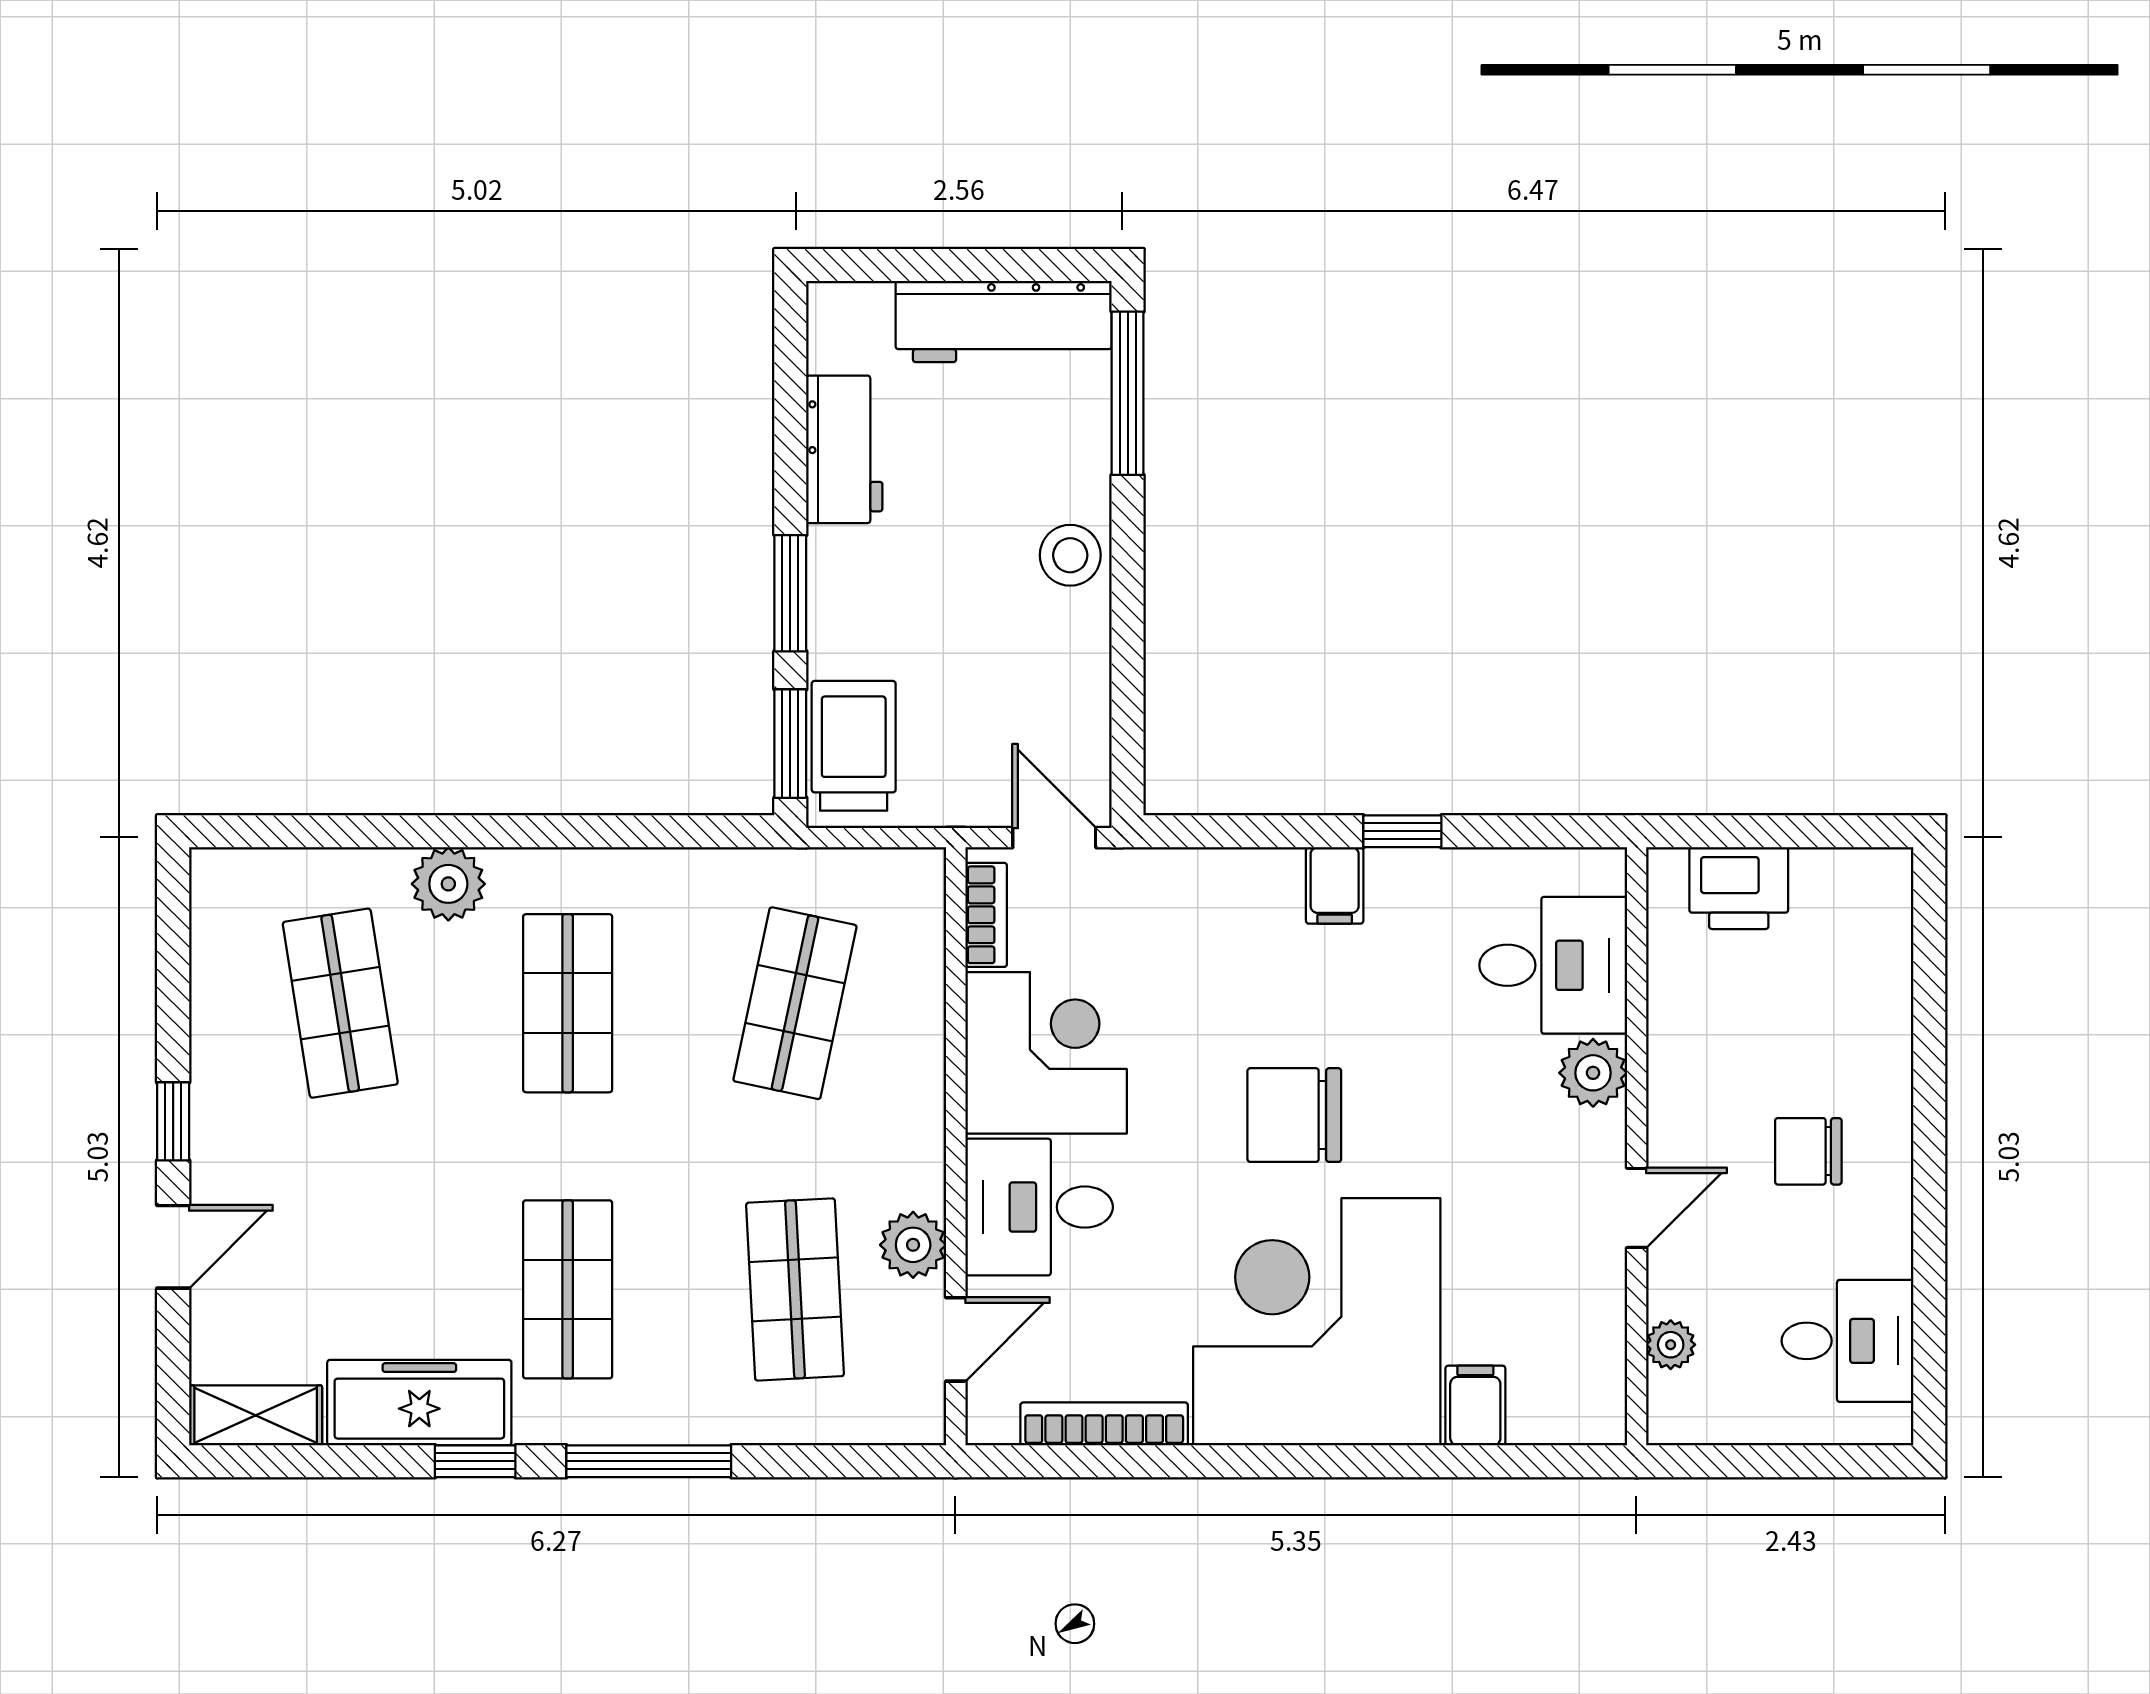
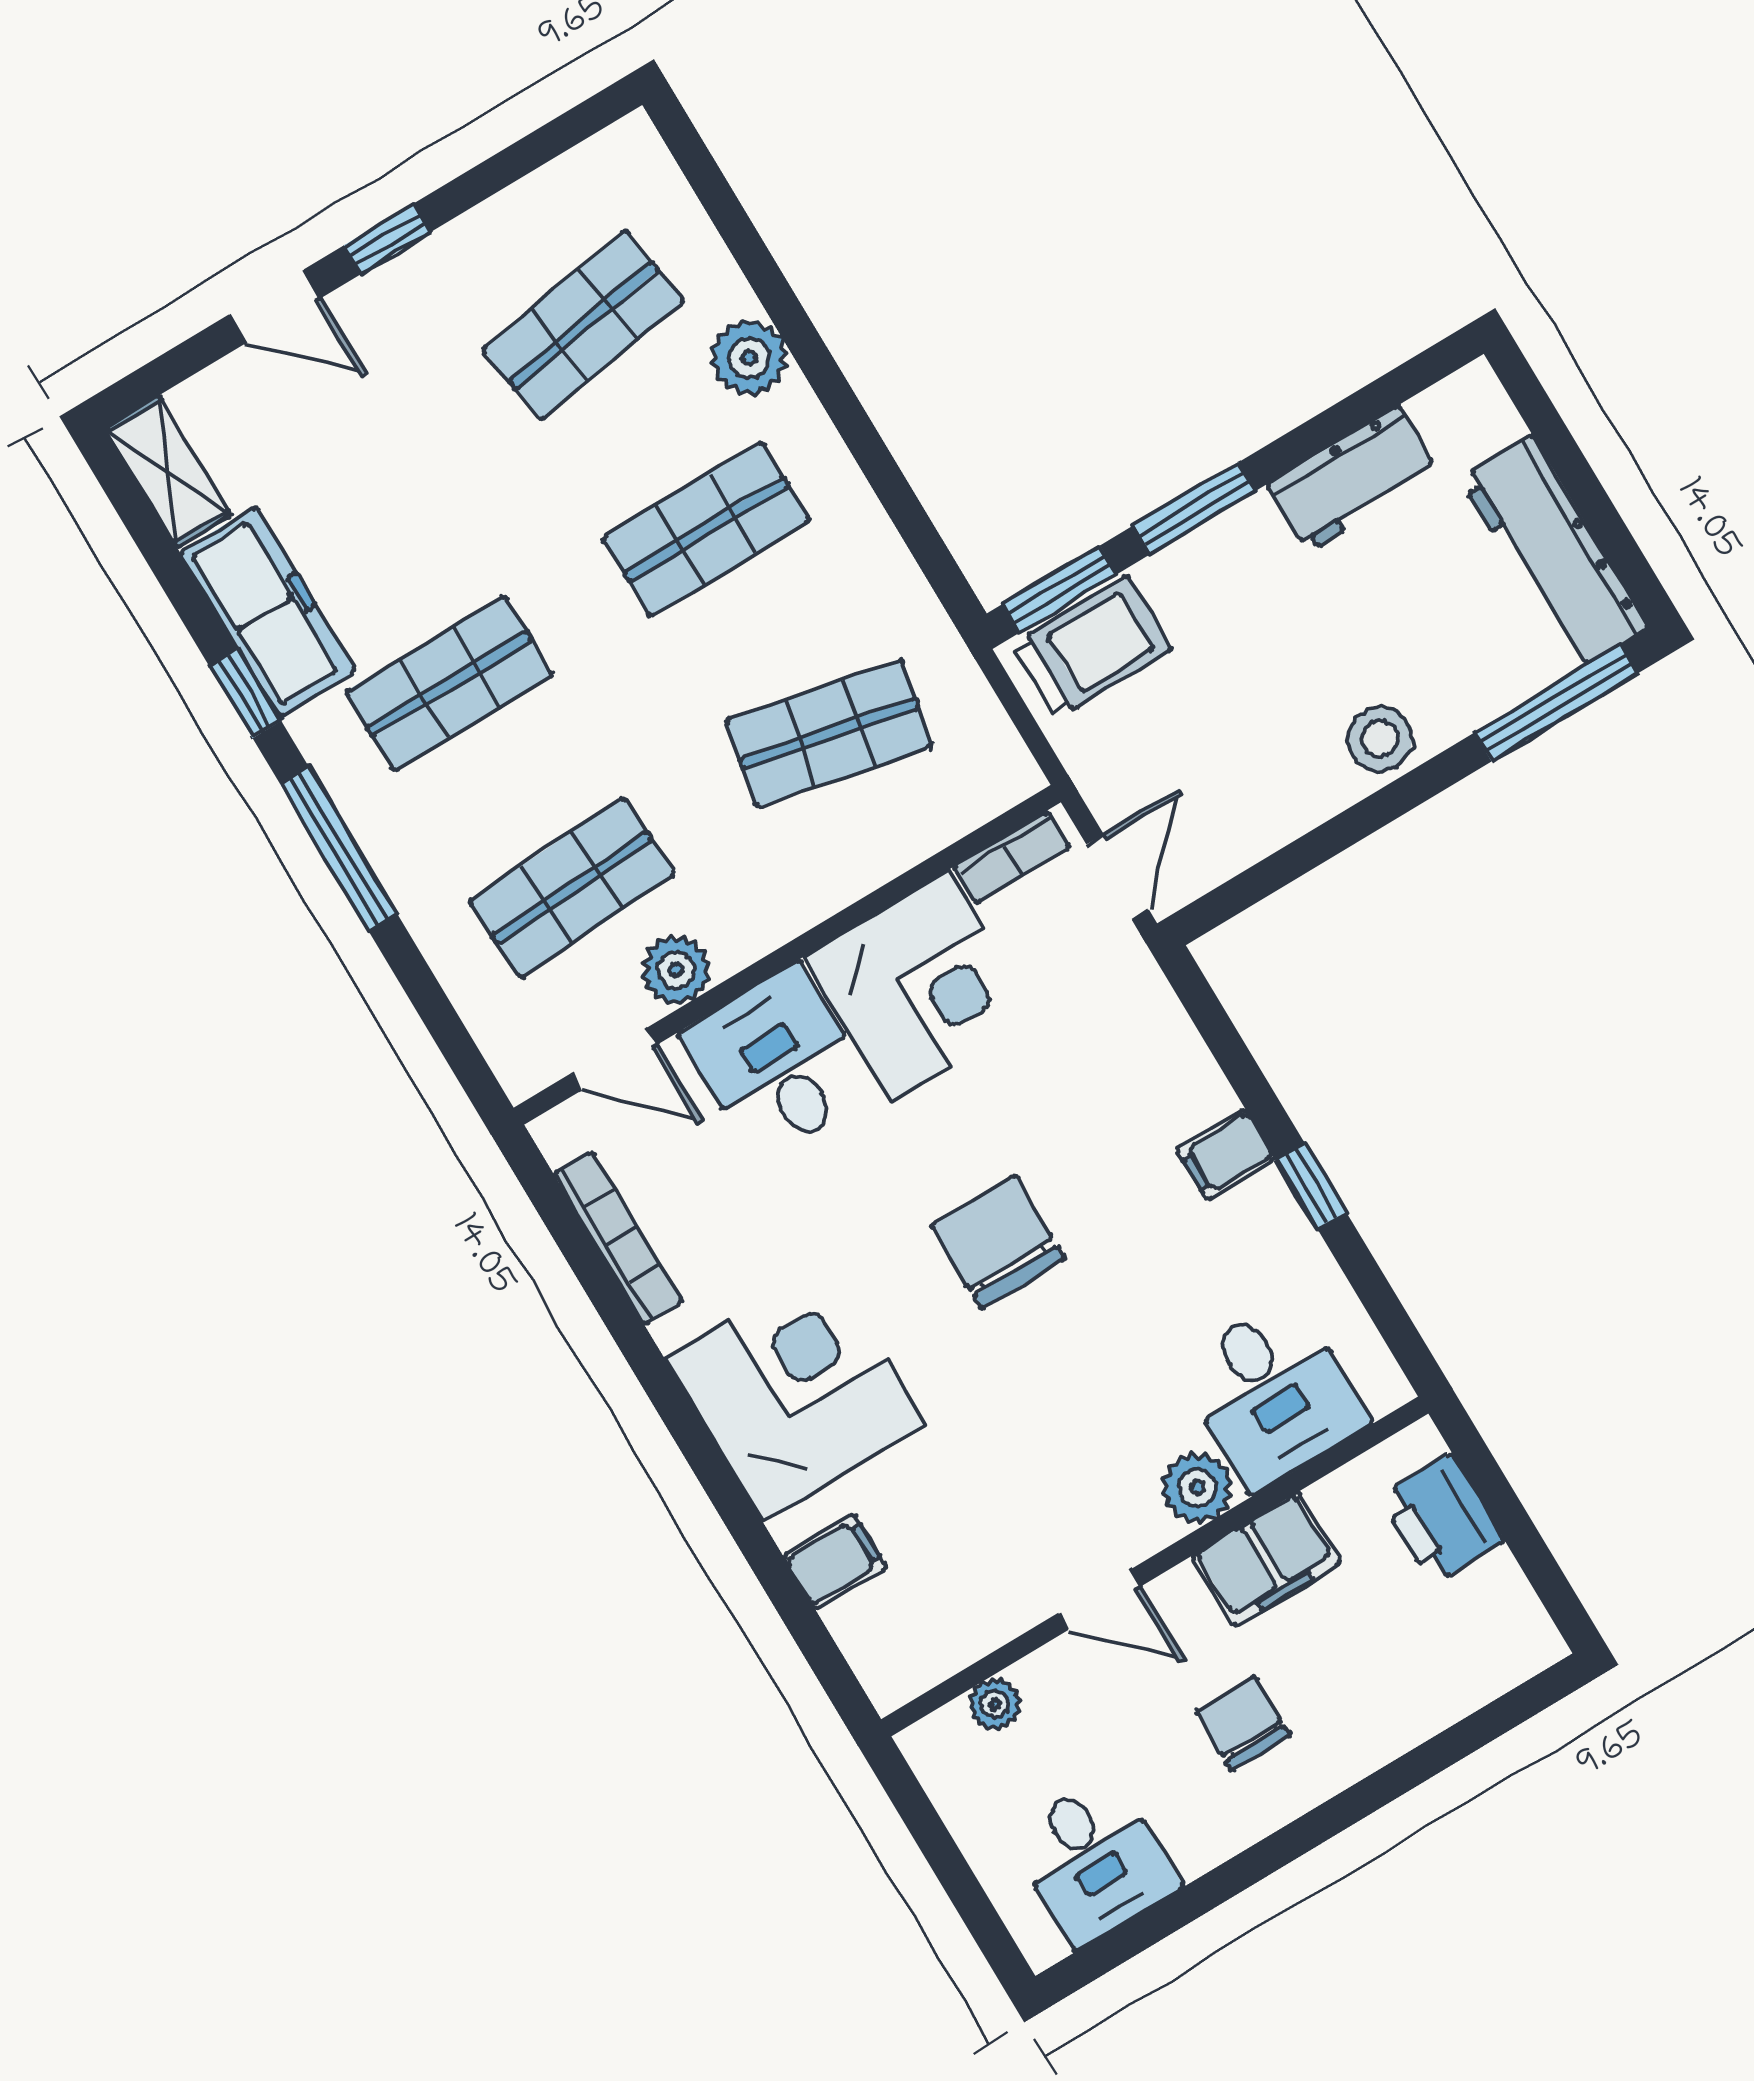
filing cabinet: (1686, 1051) -> (1266, 1559), added
corner desk: (1317, 1322) -> (795, 1391), width x0.74, depth x0.74

